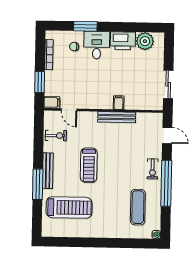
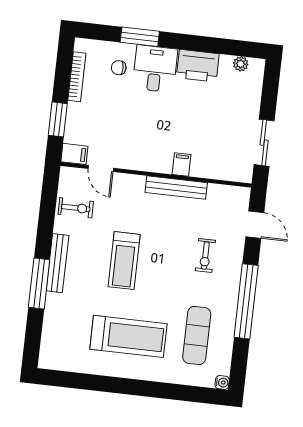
plant: (145, 41) -> (241, 64), width x0.53, depth x0.53
exercise bike: (153, 169) -> (205, 256), moved
treadmill: (69, 207) -> (128, 336), moved

